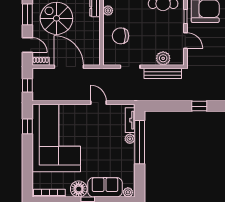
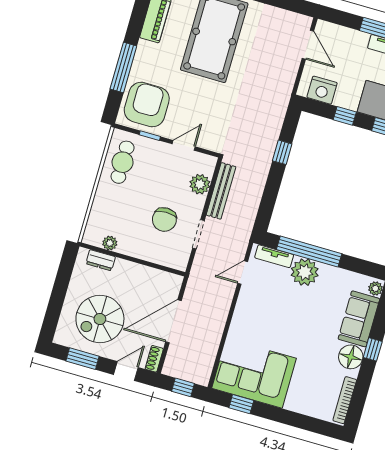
chair: (121, 36) -> (164, 220), moved
door: (99, 103) -> (243, 273), moved
corner sofa: (56, 138) -> (254, 373), width x0.73, depth x0.74
plant: (130, 139) -> (305, 272), width x1.88, depth x1.88

